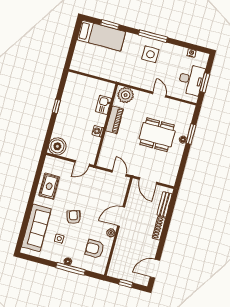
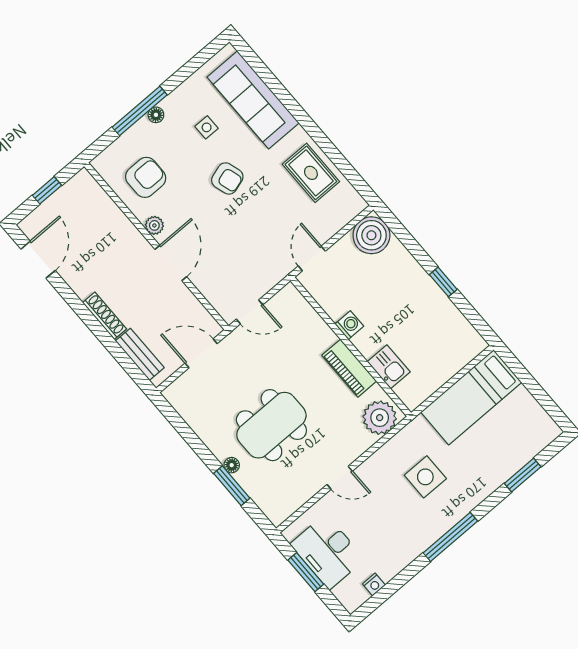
bed: (101, 36) -> (471, 397), moved
side table: (150, 54) -> (425, 477), moved

